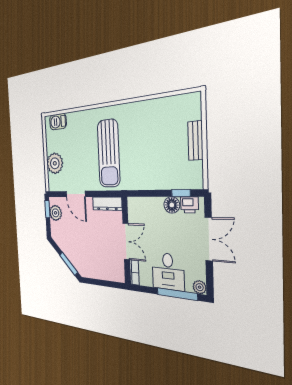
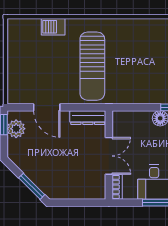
barbecue: (58, 122) -> (53, 27), moved
plant: (55, 163) -> (19, 72), removed

